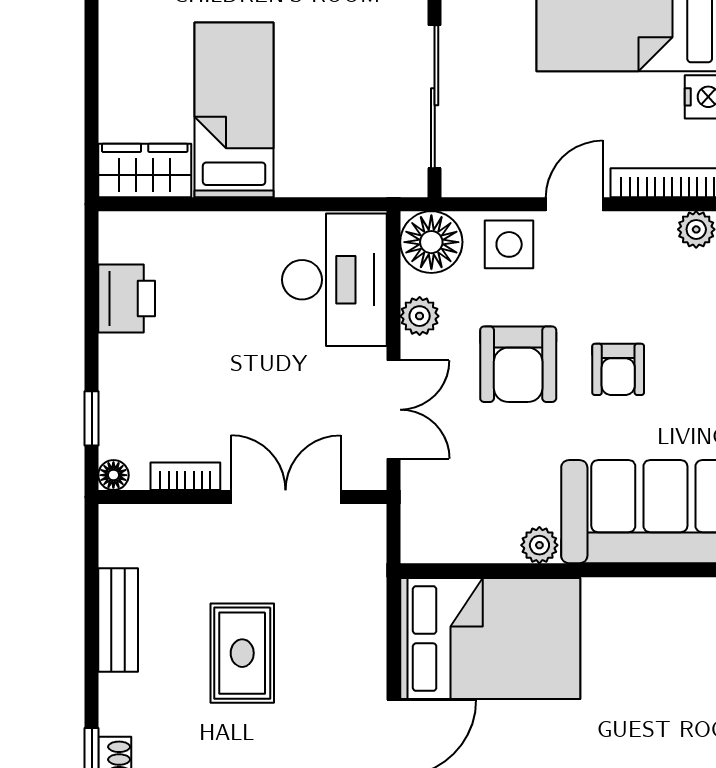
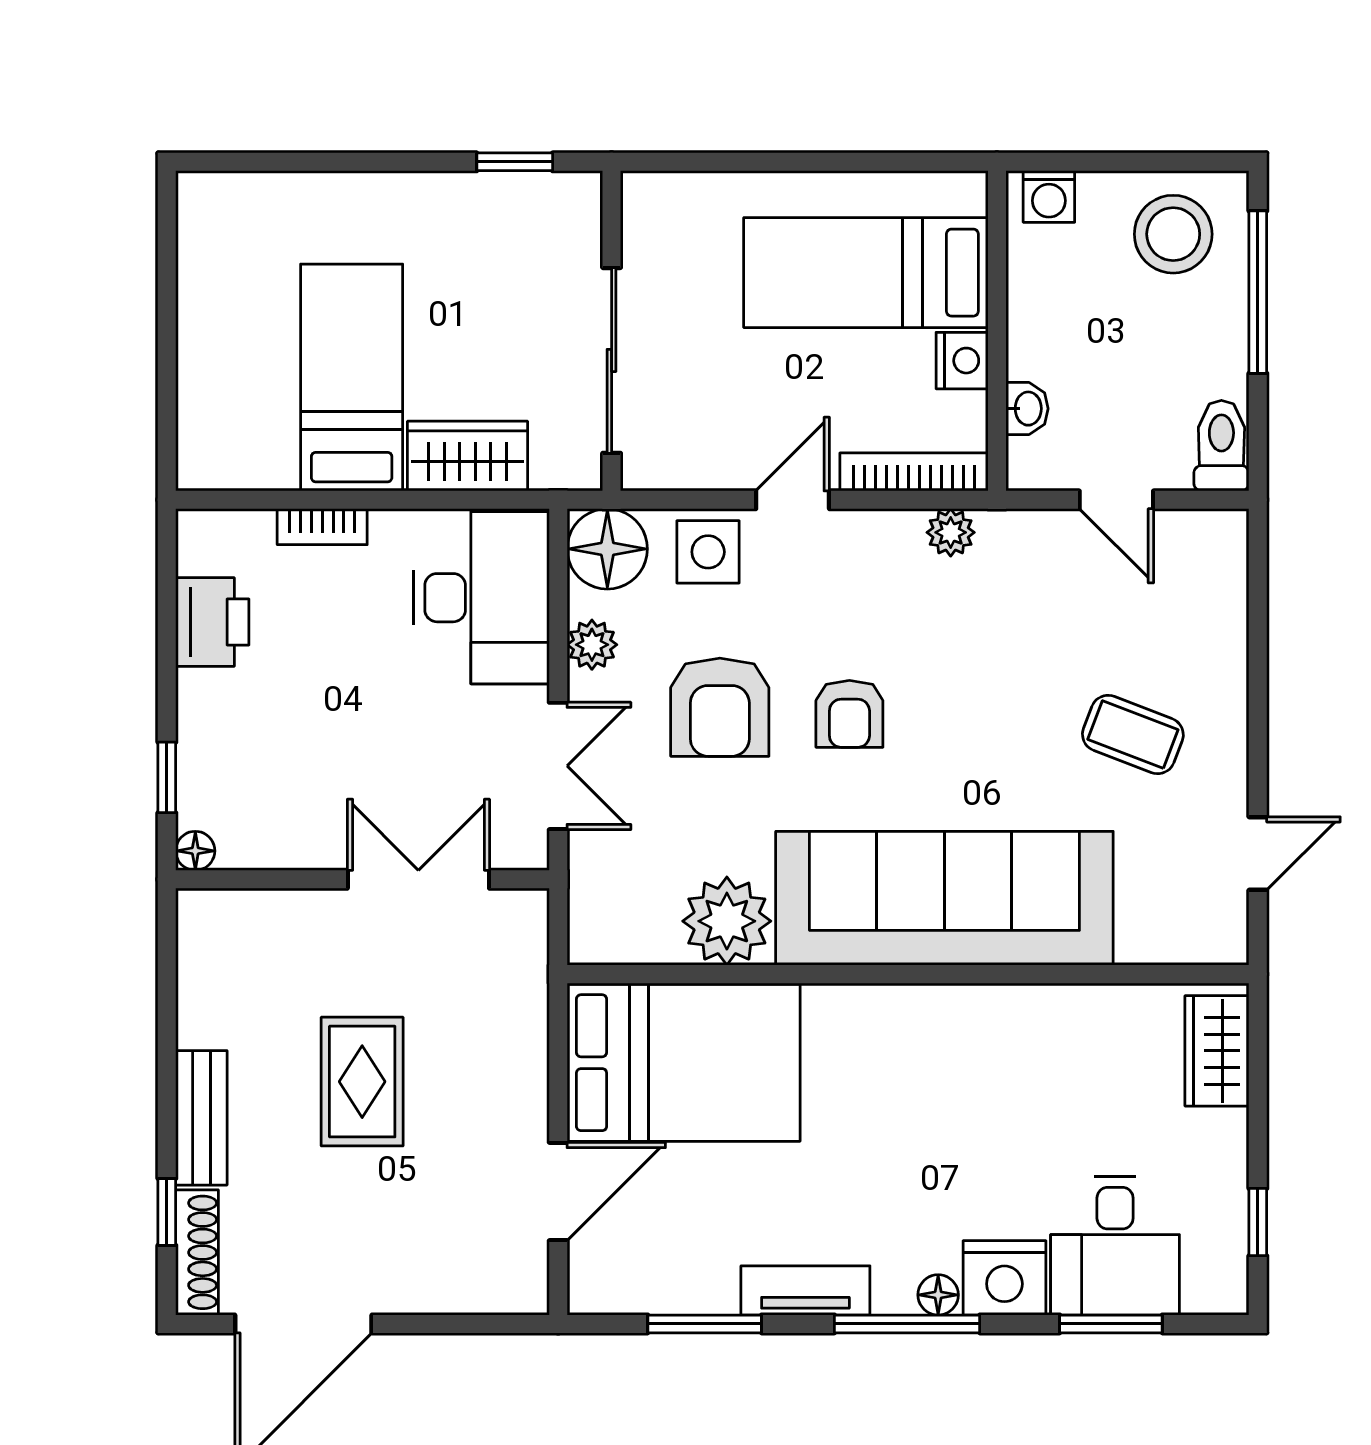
wardrobe: (145, 170) -> (467, 456), moved
bookcase: (185, 476) -> (322, 527), moved, turned 180
plant: (539, 545) -> (727, 921), width x1.88, depth x1.88
bench: (118, 620) -> (201, 1118), moved

